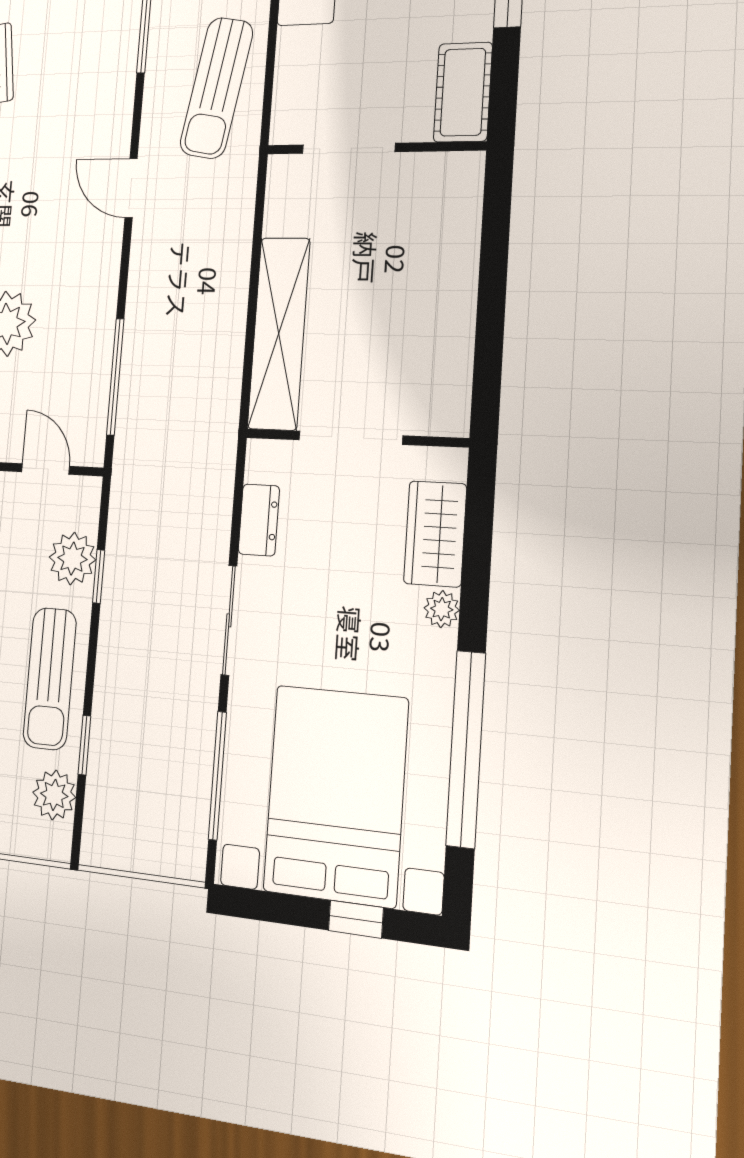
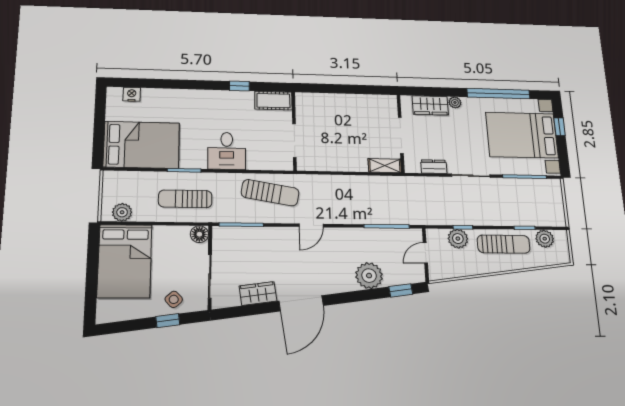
shelving: (279, 333) -> (385, 166), width x0.45, depth x0.75

